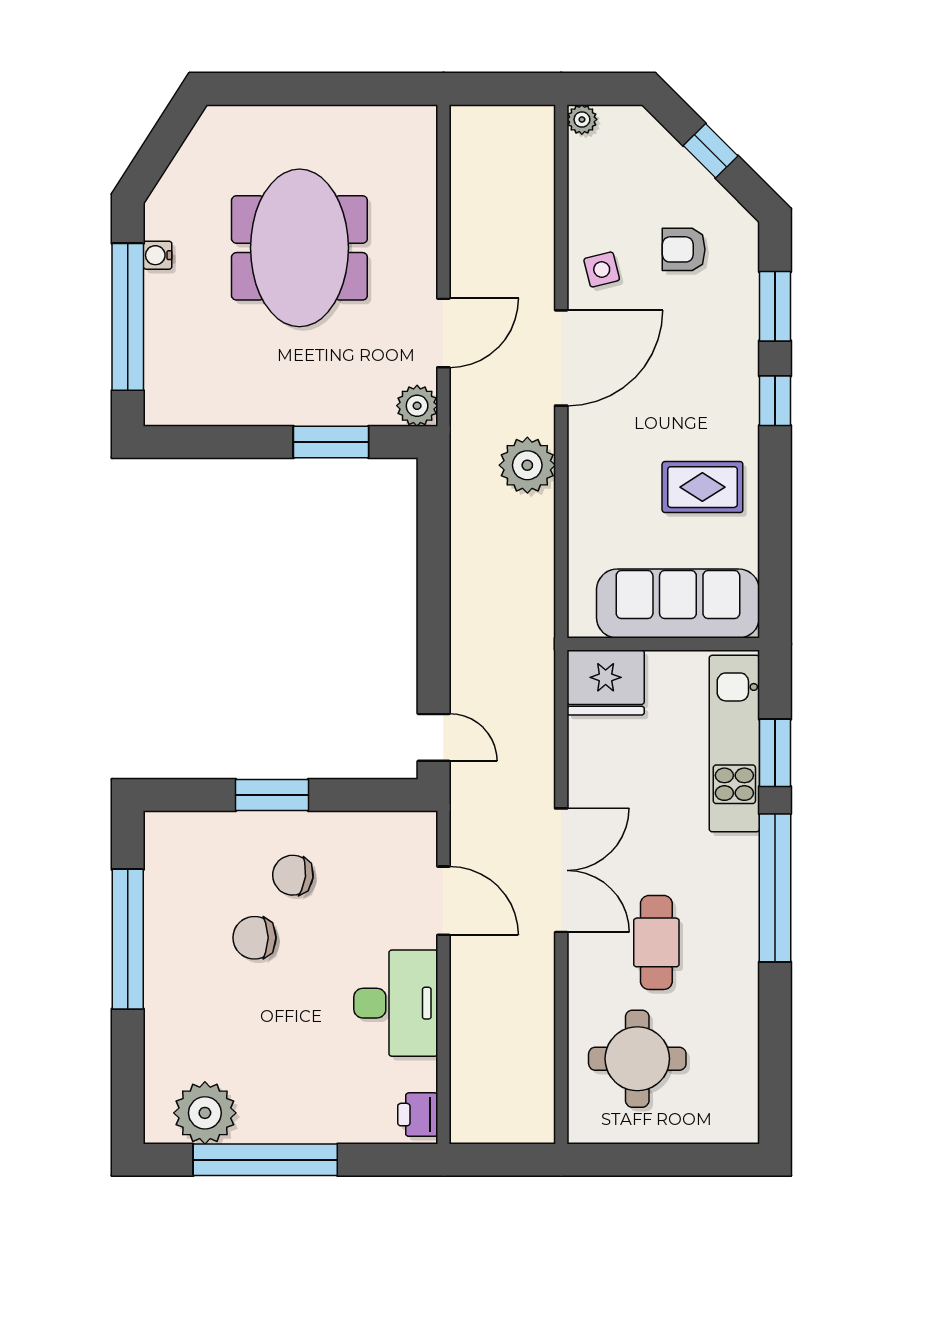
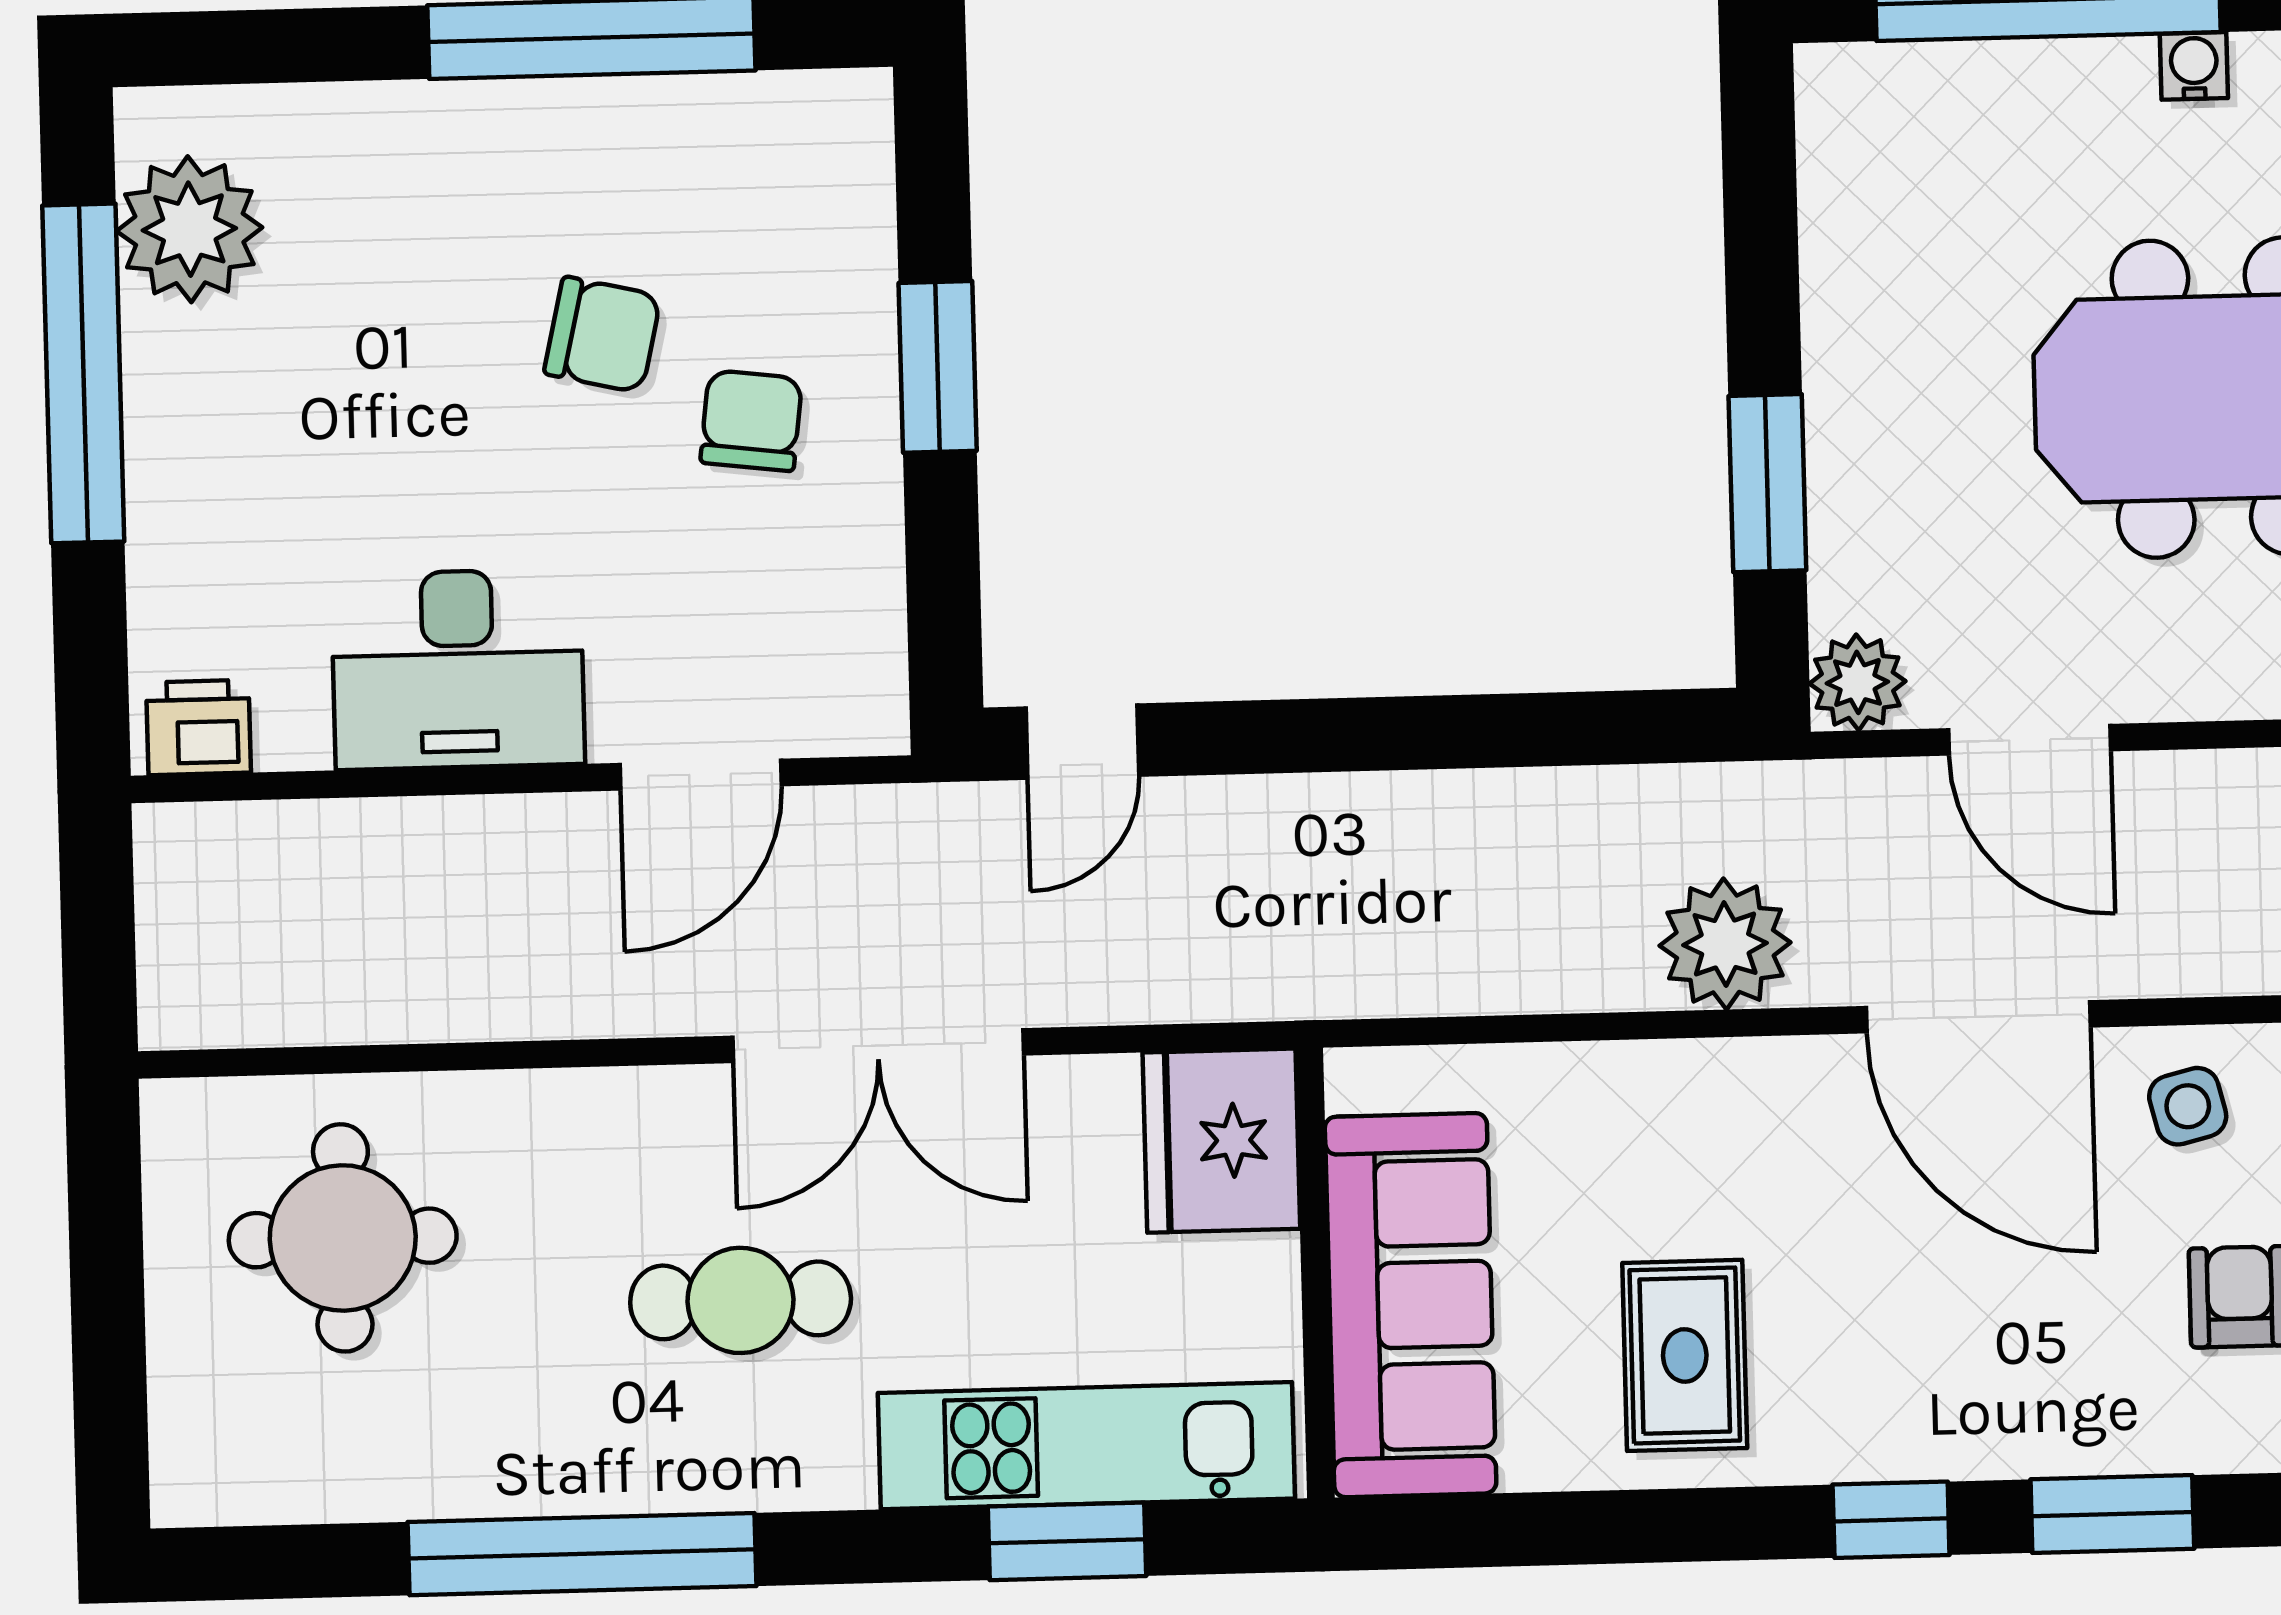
double door: (561, 870) -> (878, 1046), moved
window: (775, 888) -> (582, 1554), moved
chair: (255, 938) -> (602, 335), turned 103
cafe table: (656, 942) -> (741, 1300), moved

